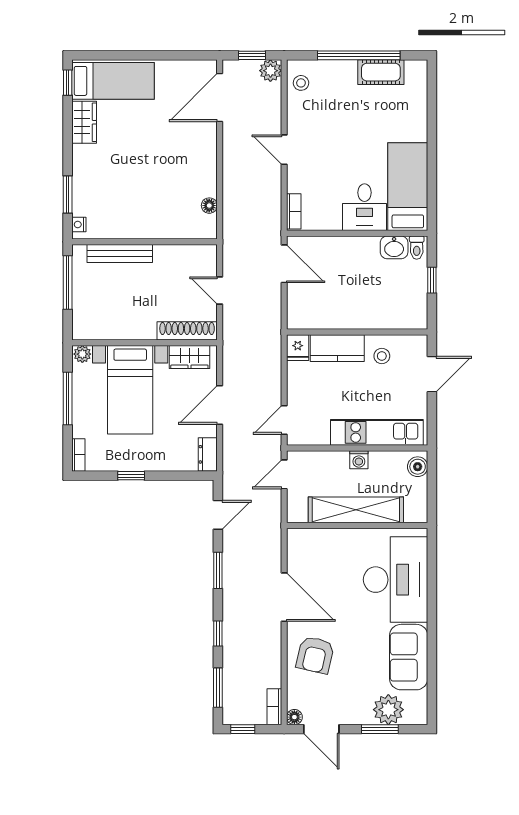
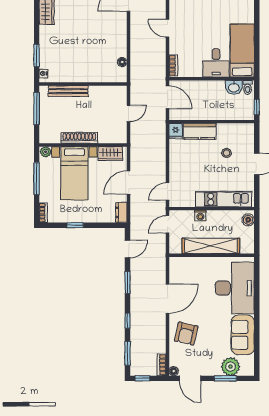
door: (220, 290) -> (129, 113), swing flipped
shoe rack: (187, 331) -> (79, 138), moved
wall: (357, 332) -> (212, 122), moved
fridge: (298, 348) -> (176, 131), moved
kitchen counter: (337, 348) -> (200, 131), moved
washing machine: (359, 460) -> (200, 216), moved
door: (284, 597) -> (167, 299), hinge flipped

